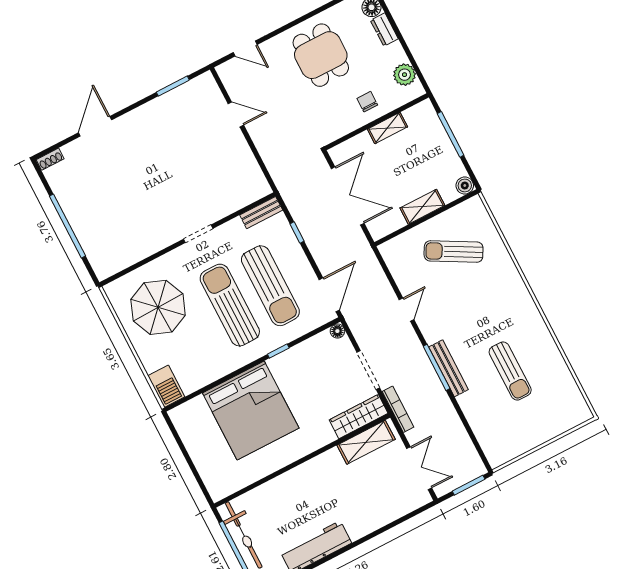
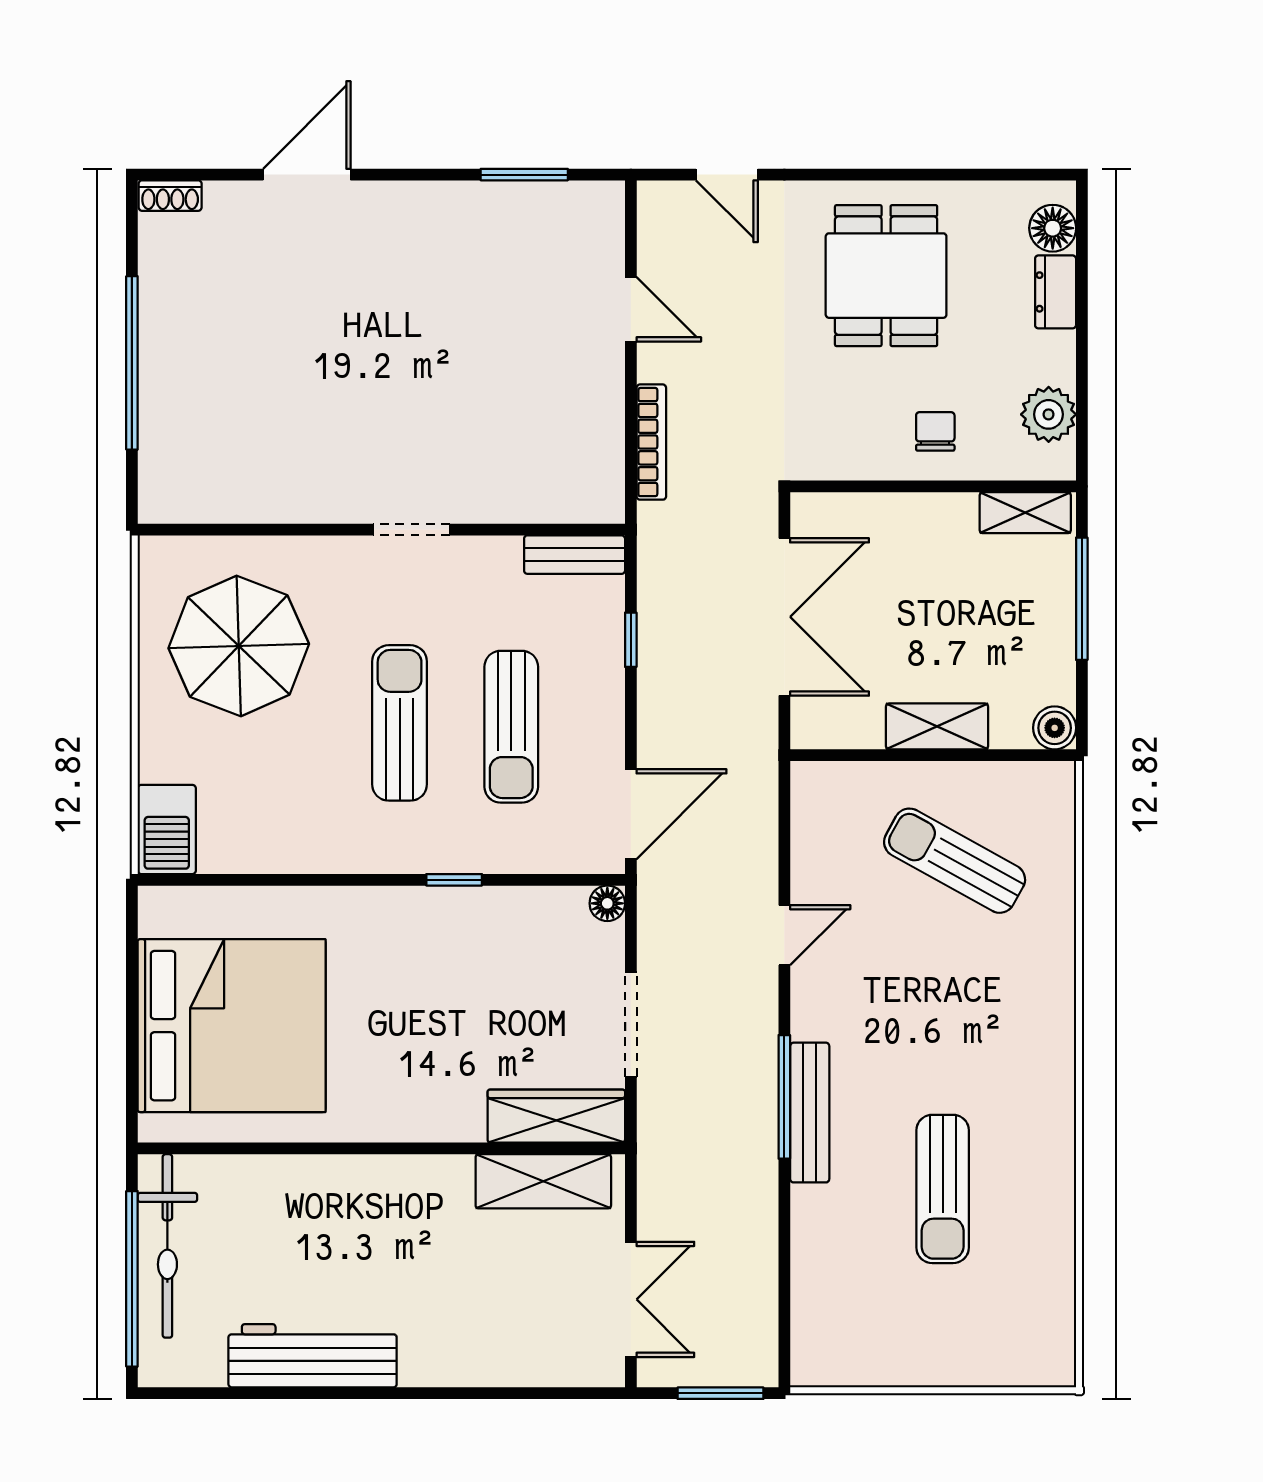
shelving: (387, 128) -> (1025, 513), moved
sun lounger: (270, 286) -> (511, 727), width x0.73, depth x0.75
sun lounger: (230, 305) -> (400, 723), width x0.73, depth x0.75
bookcase: (398, 409) -> (651, 442), moved
bed: (251, 411) -> (232, 1026), moved, turned -90

